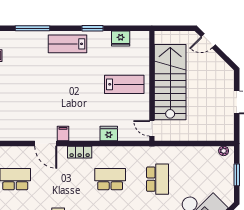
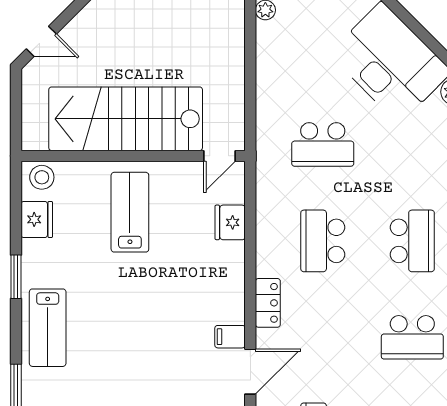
stool: (141, 41) -> (42, 177), added
door: (208, 41) -> (41, 41), hinge flipped
fridge: (109, 134) -> (230, 222), moved
school desk: (157, 179) -> (323, 144), turned 180

